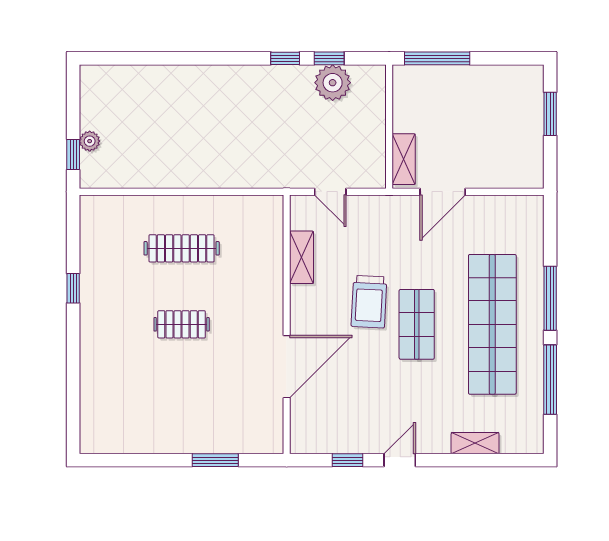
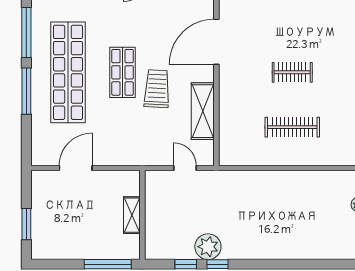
plant: (333, 83) -> (208, 247), moved
shelving: (404, 159) -> (132, 215), moved
door: (443, 192) -> (76, 168), moved
shelving: (302, 257) -> (203, 111), width x1.50, depth x1.33

